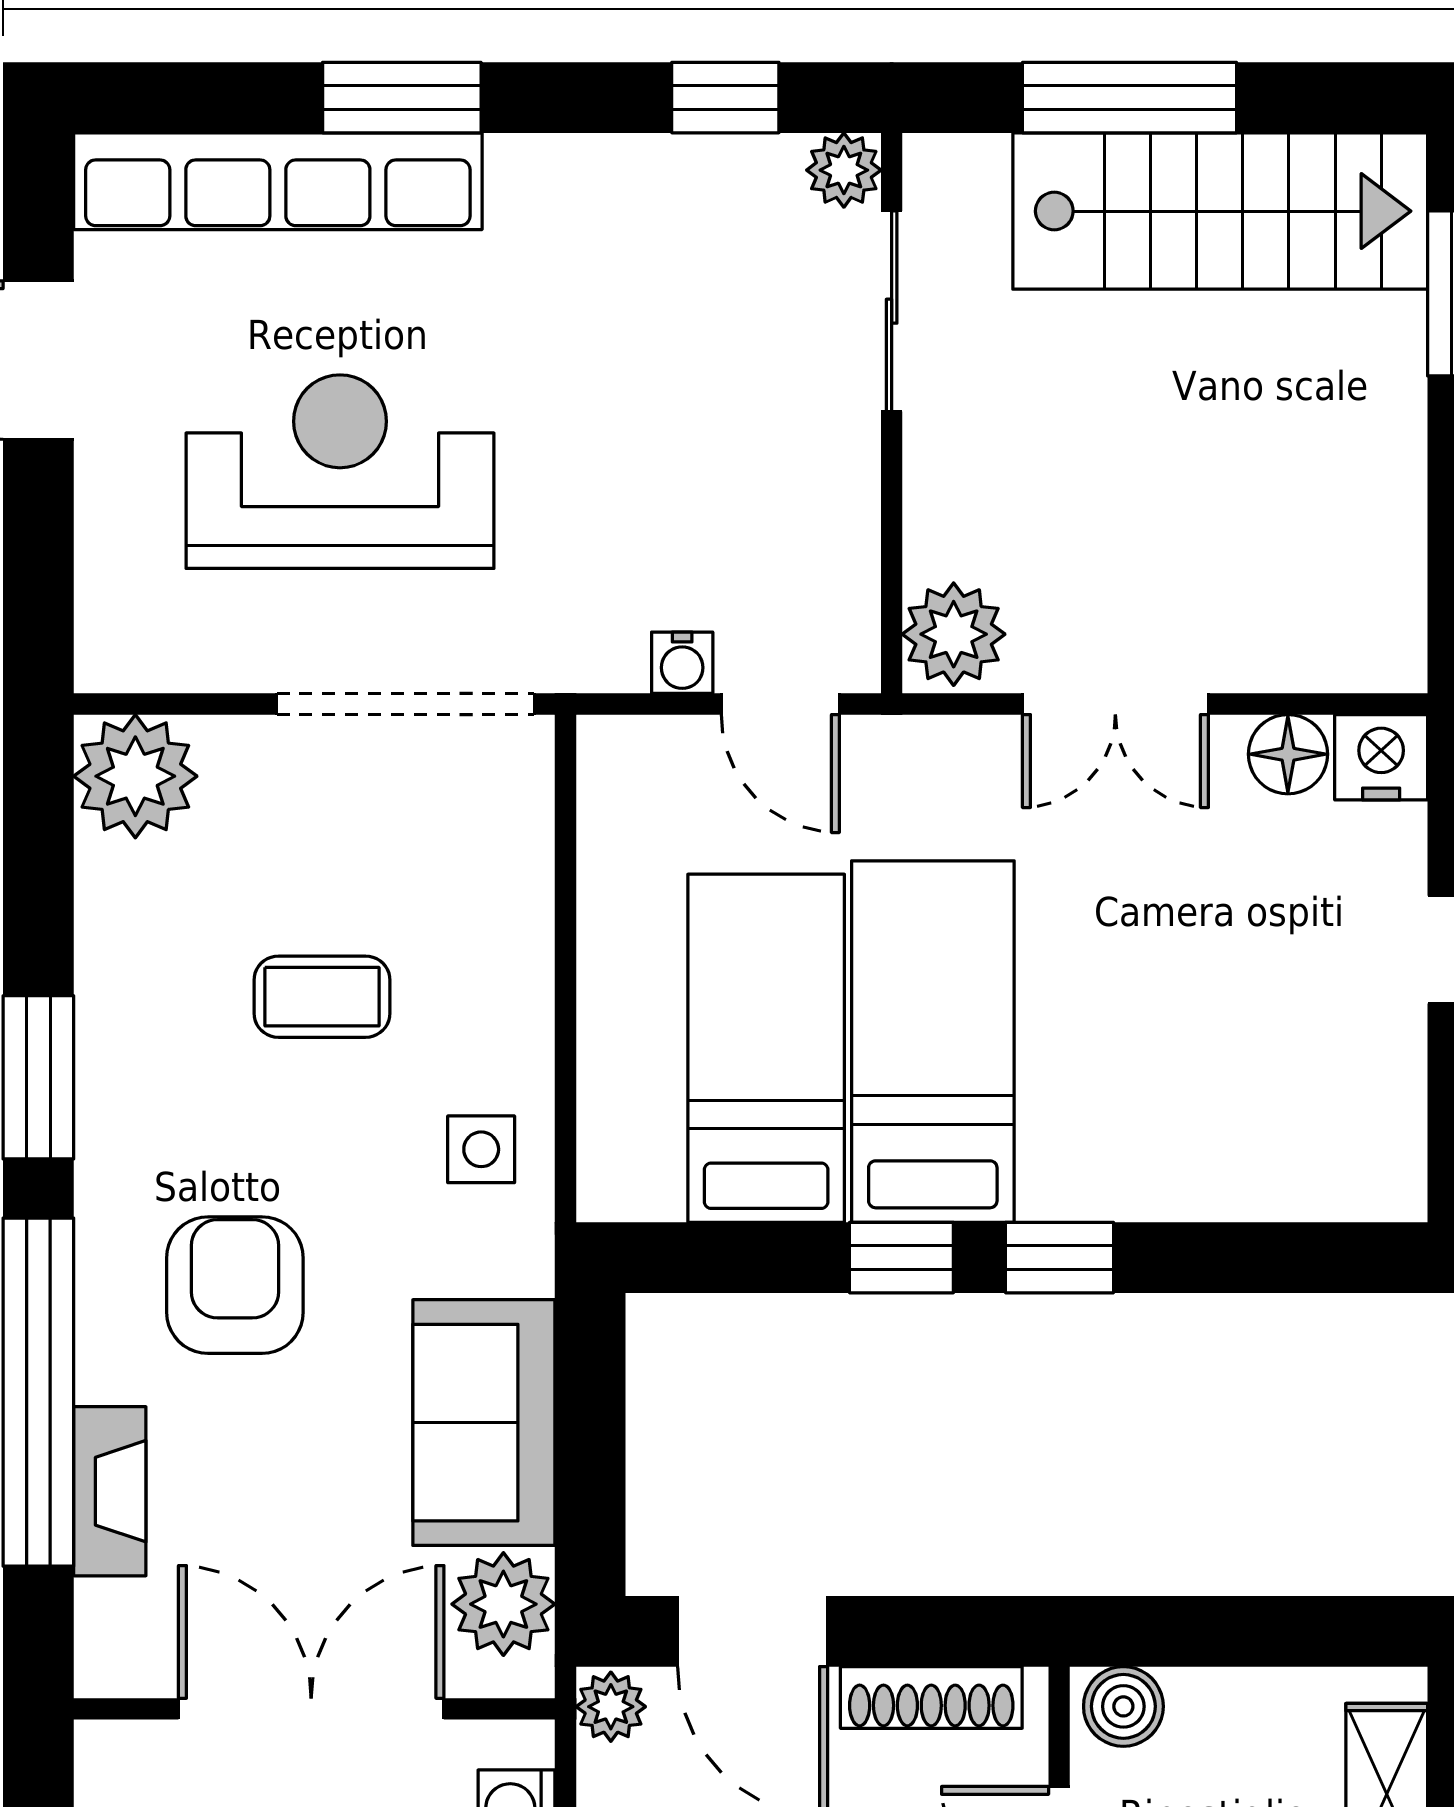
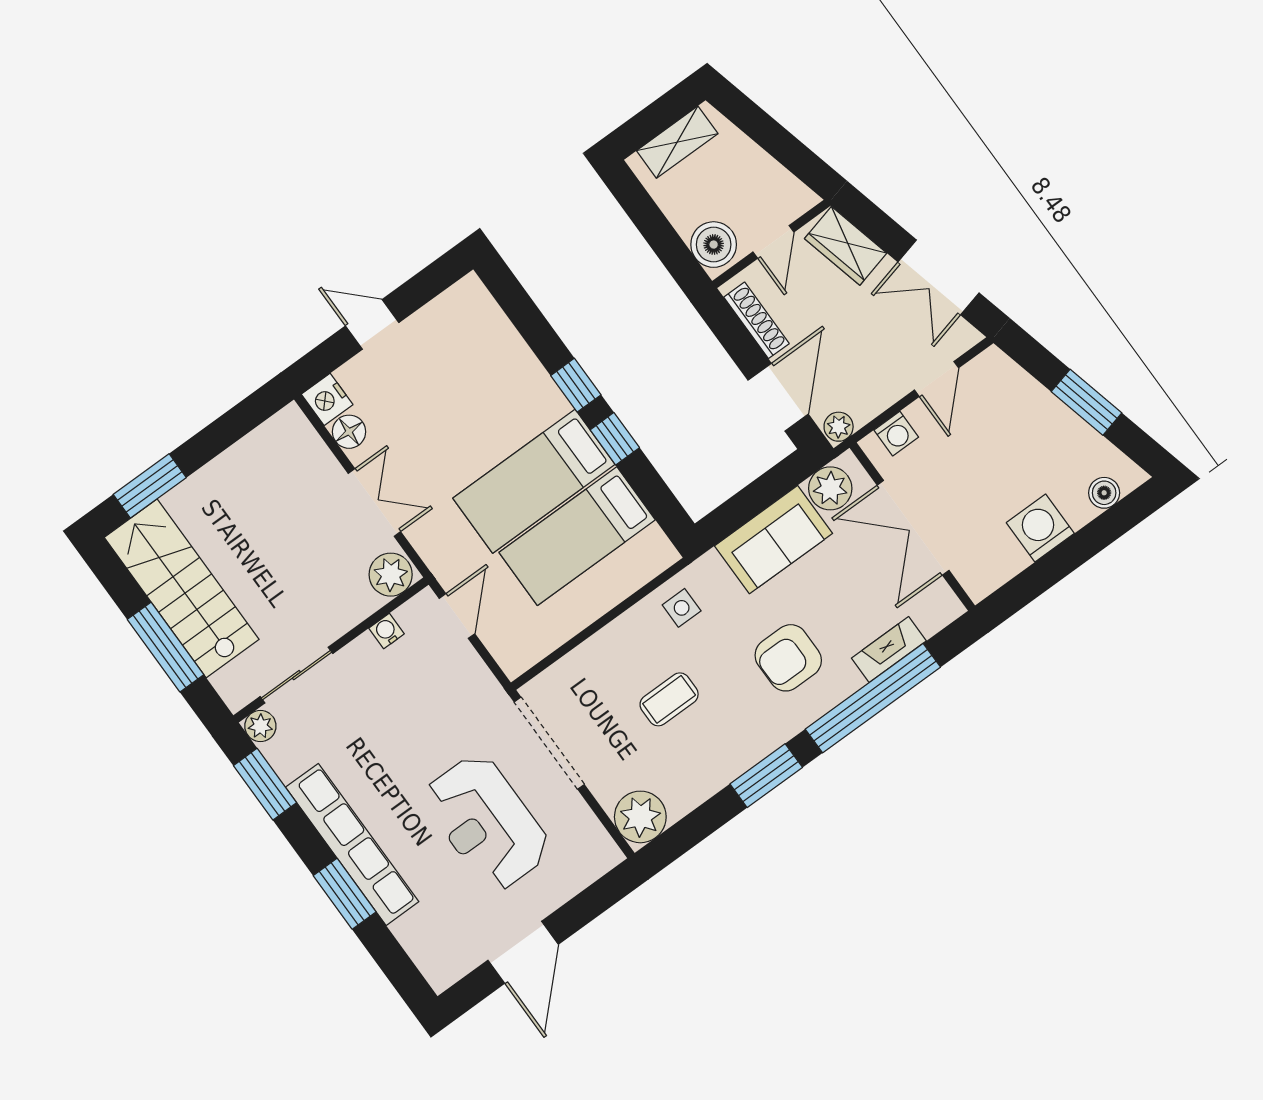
window: (725, 98) -> (265, 784), width x1.50
row of seats: (278, 181) -> (352, 844), moved
water cooler: (682, 663) -> (387, 631), moved, turned -90
coffee table: (322, 997) -> (669, 699), turned 90
boiler: (1123, 1706) -> (714, 245), width x1.36, depth x1.36

